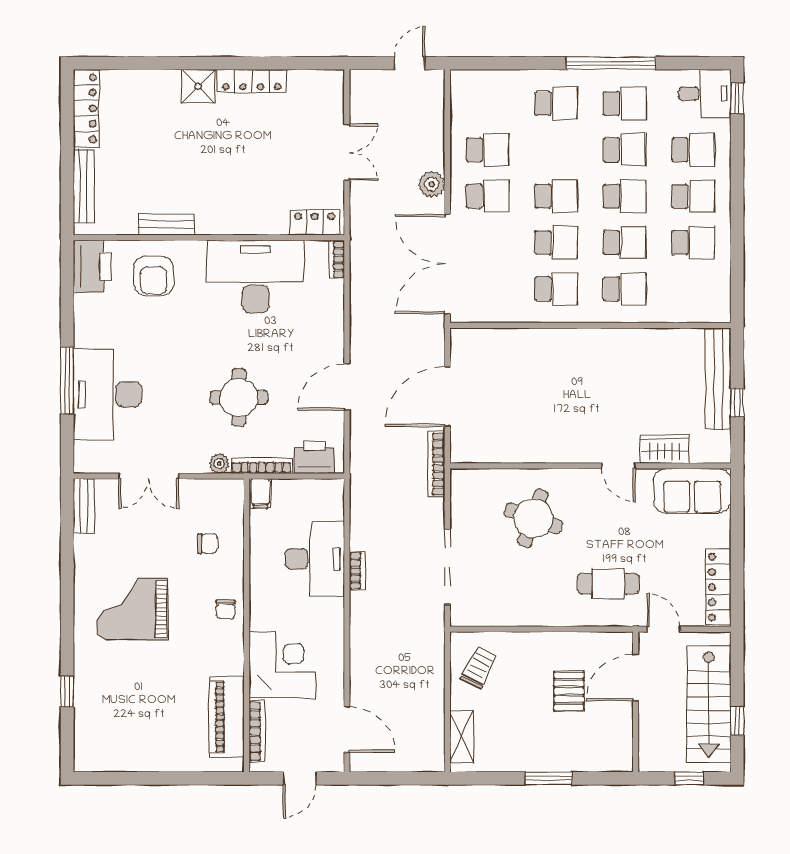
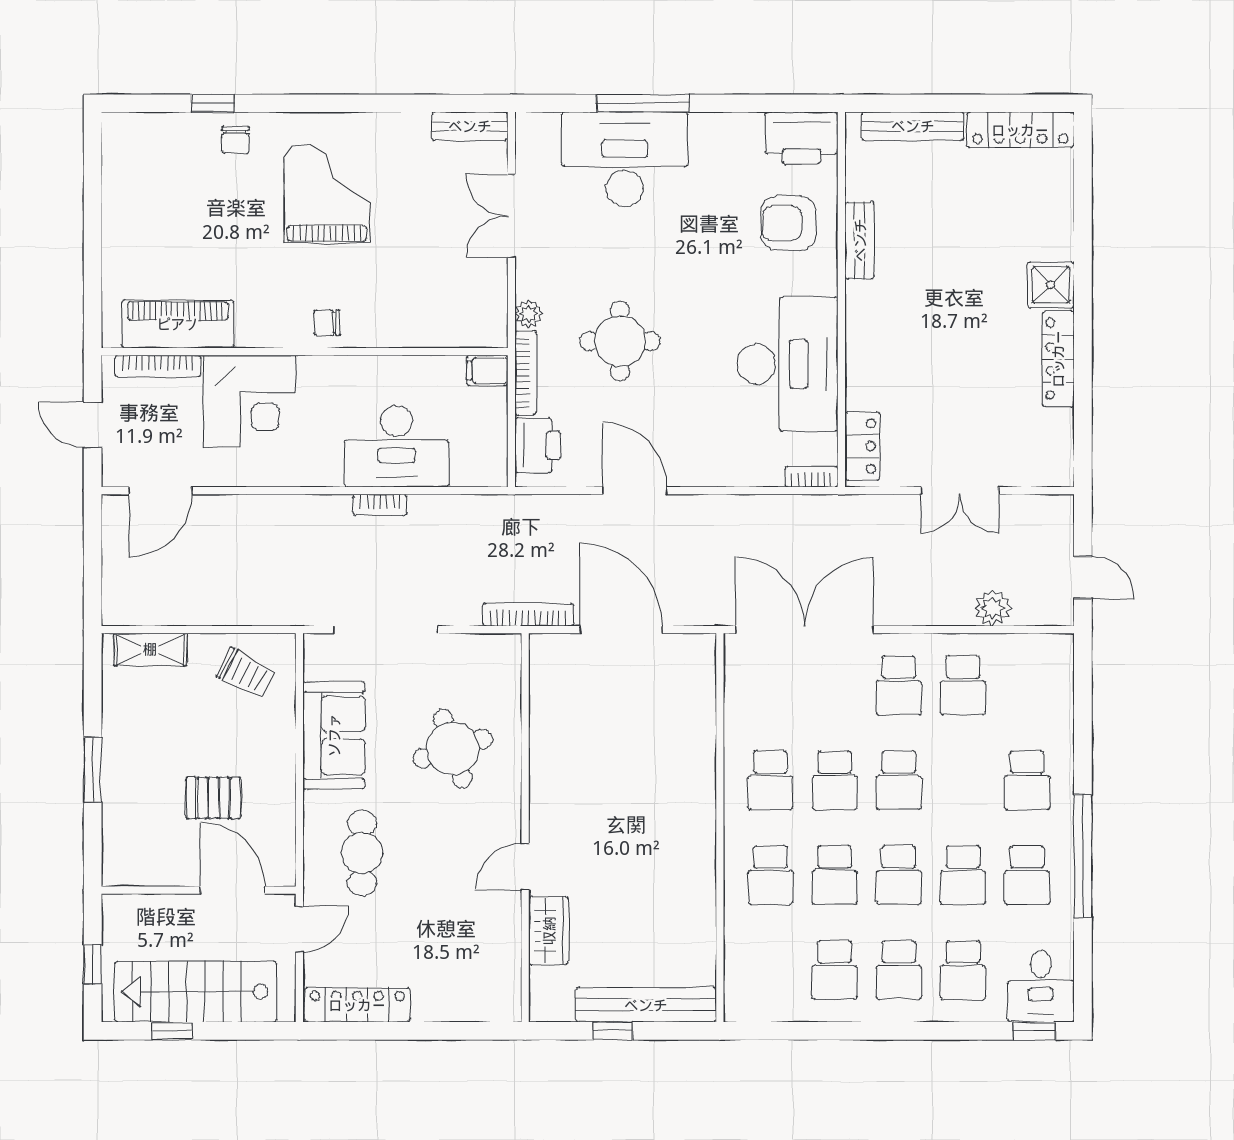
plant: (432, 184) -> (993, 608), moved
sofa: (692, 491) -> (334, 735), moved, turned 180
round table: (533, 518) -> (453, 749), turned -37
chair: (208, 544) -> (235, 140), moved

